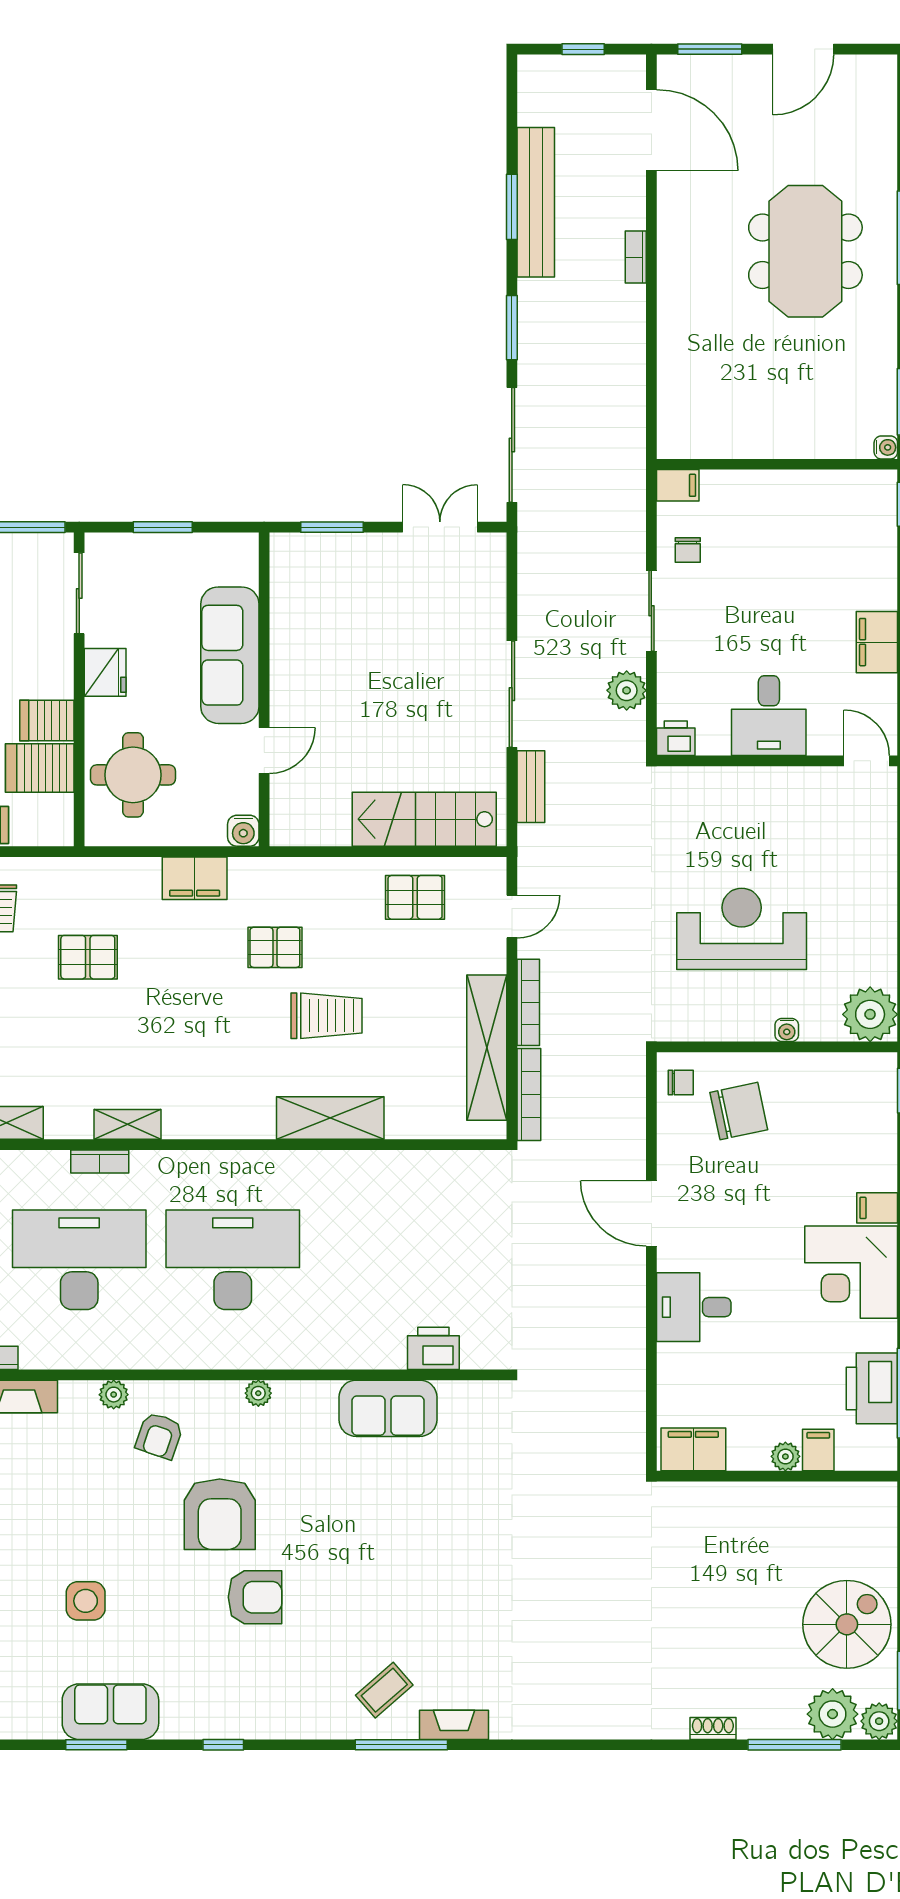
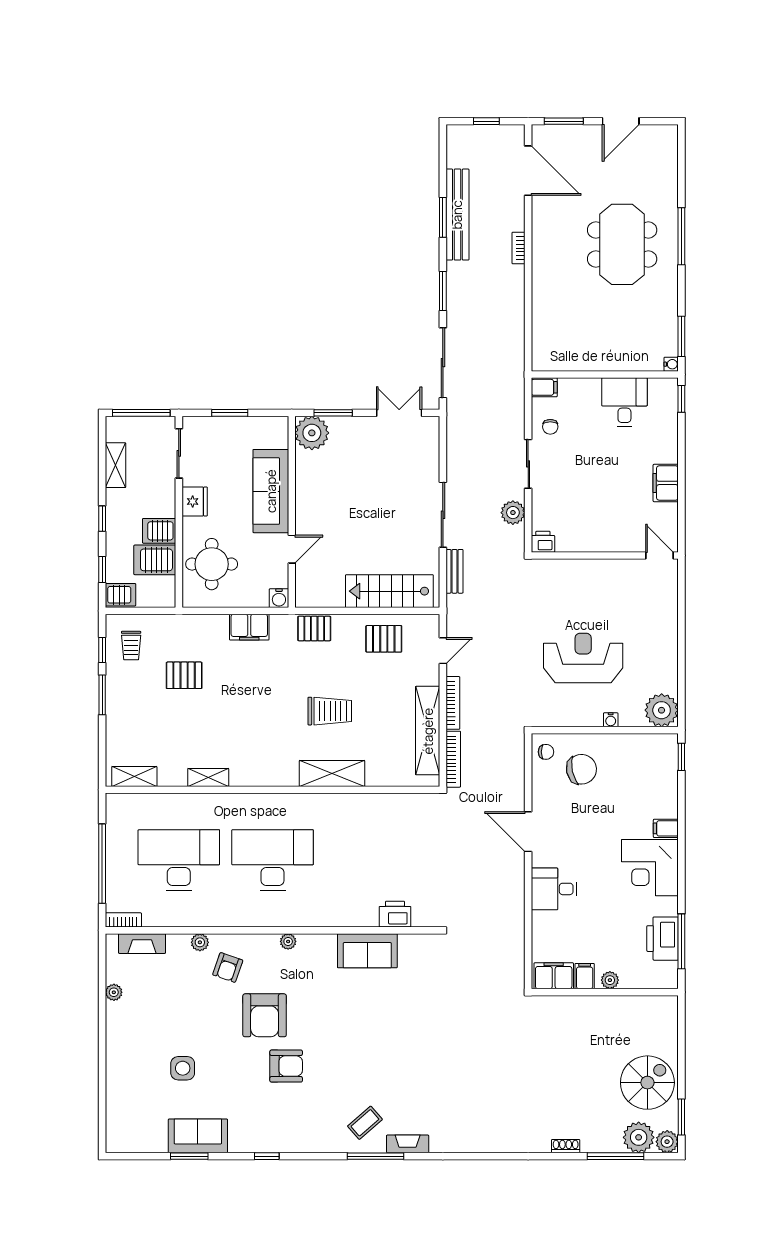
plant: (297, 560) -> (312, 433), added
desk: (769, 716) -> (624, 402), moved, turned 180
pallet: (275, 947) -> (314, 628), moved
bookcase: (100, 1161) -> (191, 800), removed
filing cabinet: (818, 1450) -> (585, 976), moved

